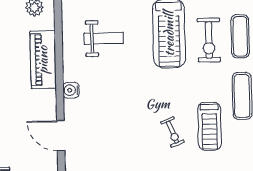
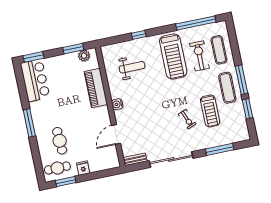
exercise bike: (209, 40) -> (199, 56), turned 180
door: (61, 136) -> (116, 134), hinge flipped

